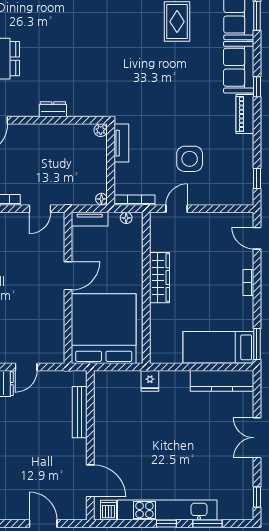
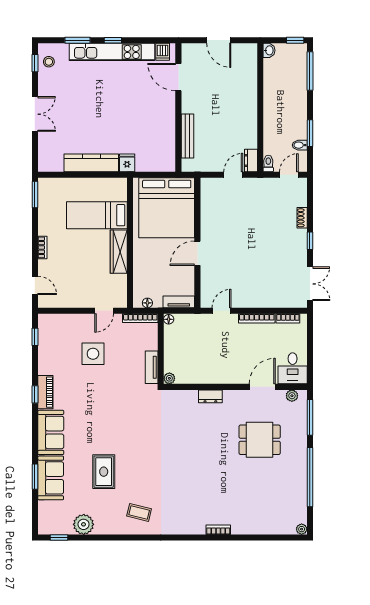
window: (257, 87) -> (35, 394), moved
bed: (218, 347) -> (97, 215), moved, turned 180
kitchen counter: (222, 381) -> (91, 163), moved
stool: (241, 499) -> (49, 62), added

